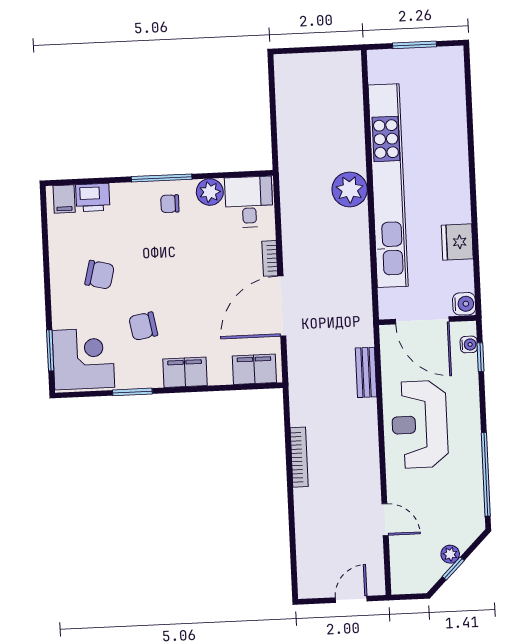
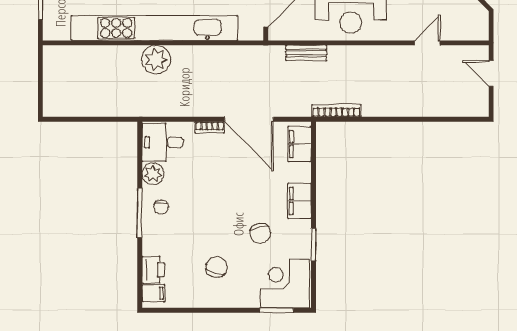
bookcase: (299, 457) -> (336, 111), moved

